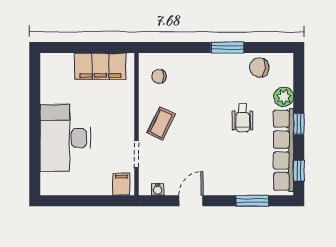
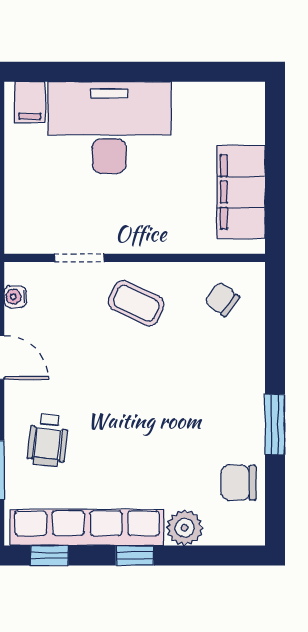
chair: (259, 67) -> (238, 483), turned -93
chair: (159, 76) -> (222, 299), turned -53
wheelchair: (243, 118) -> (48, 440), moved, turned -84
filing cabinet: (121, 184) -> (30, 102), moved, turned 90

